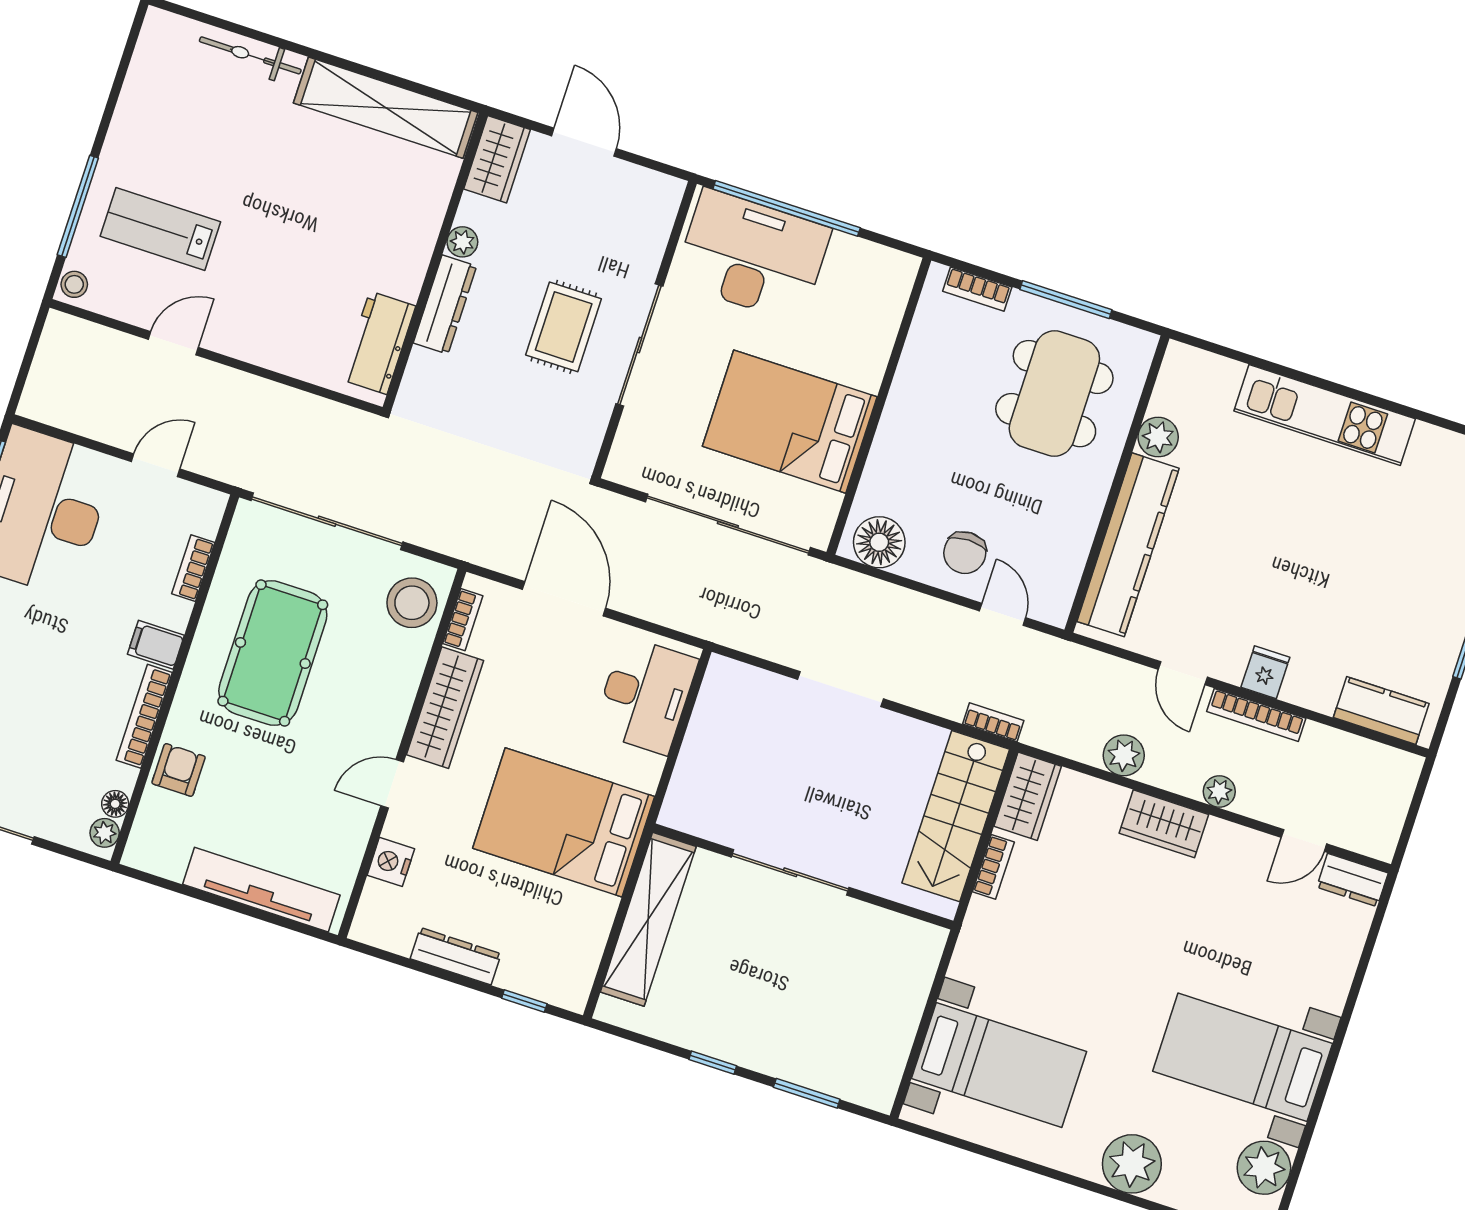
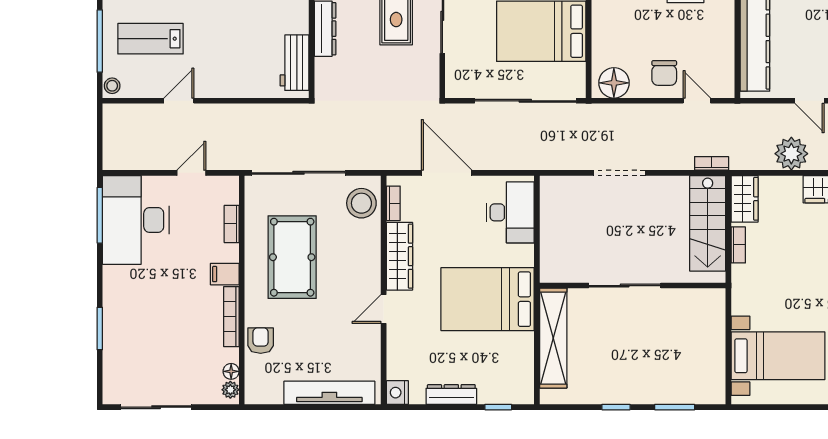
plant: (1124, 755) -> (791, 154), width x1.36, depth x1.36
nightstand: (391, 862) -> (397, 393), moved

